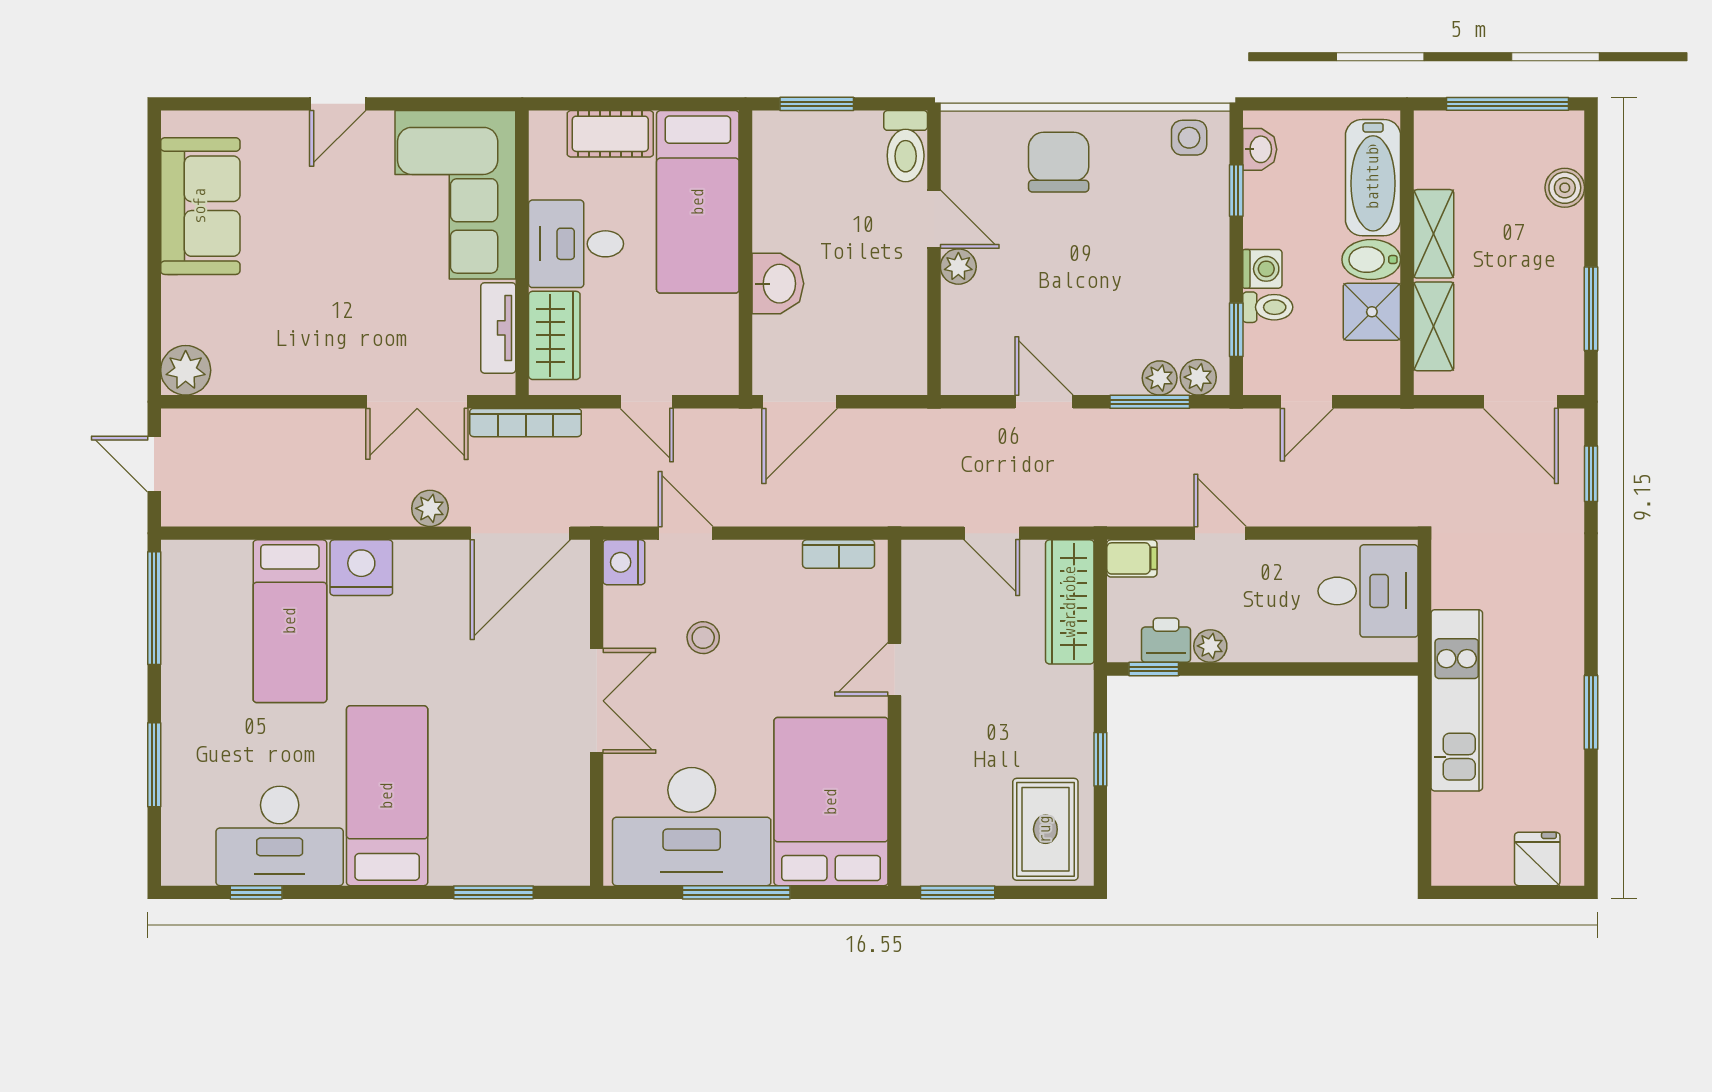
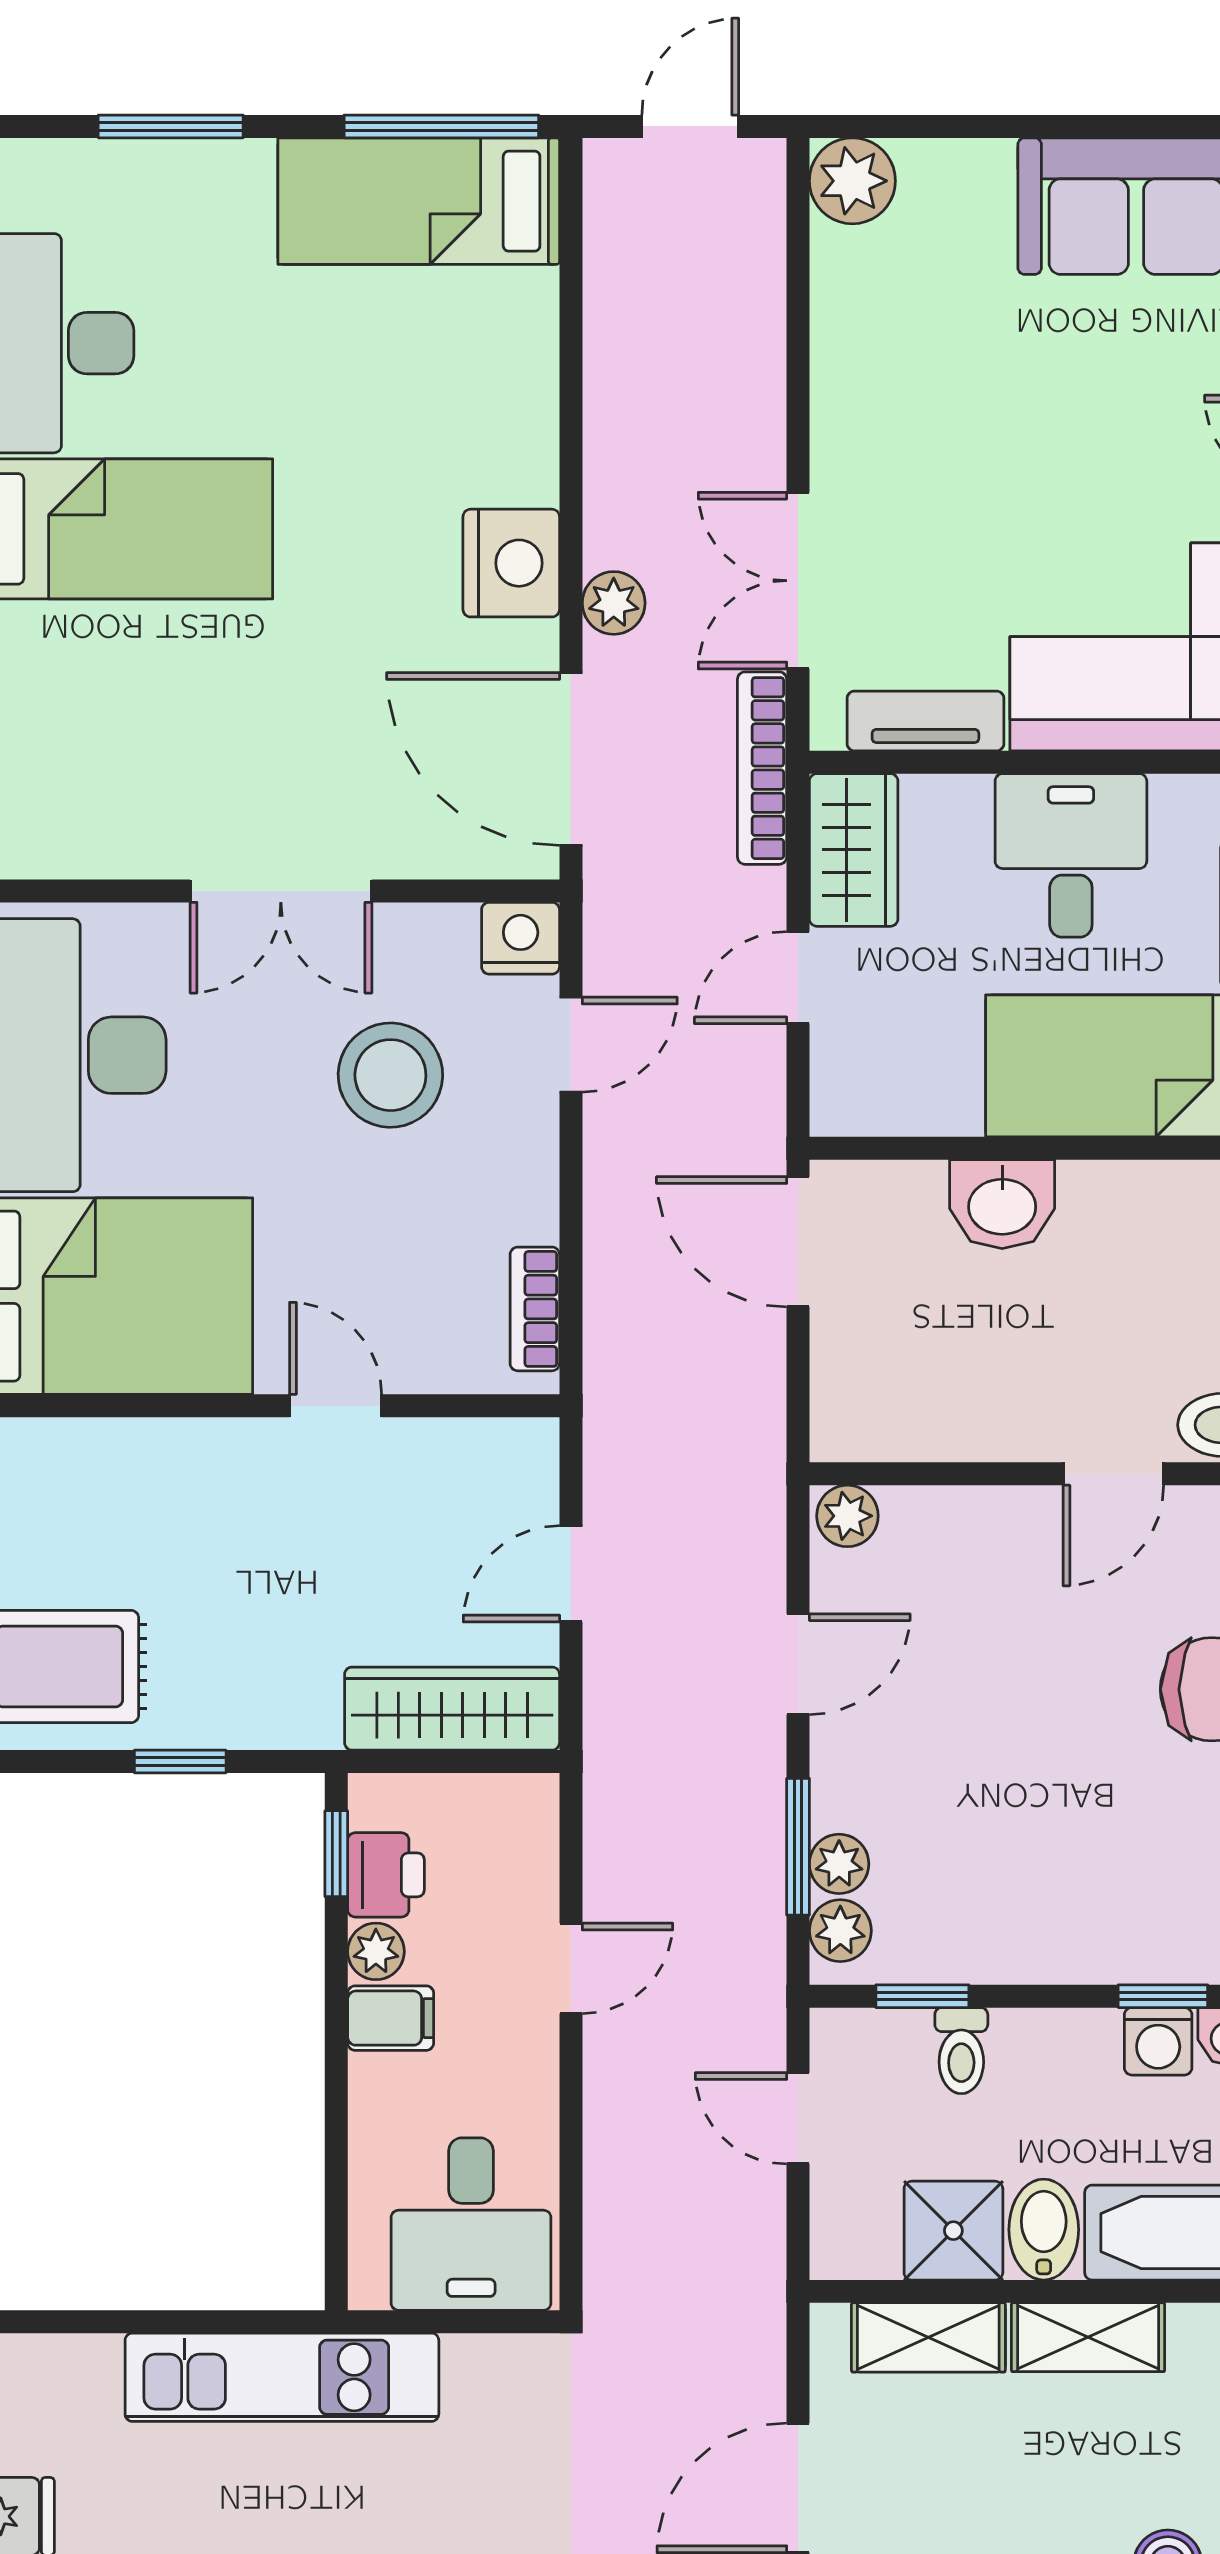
plant: (958, 267) -> (847, 1516), moved
washing machine: (1262, 269) -> (1158, 2041), moved
wardrobe: (554, 335) -> (854, 850), moved, turned -90
filing cabinet: (1132, 558) -> (391, 2018), moved, turned -90
nightstand: (361, 568) -> (511, 563), moved
bed: (290, 621) -> (419, 201), moved
stool: (703, 638) -> (390, 1075), width x1.89, depth x1.89

